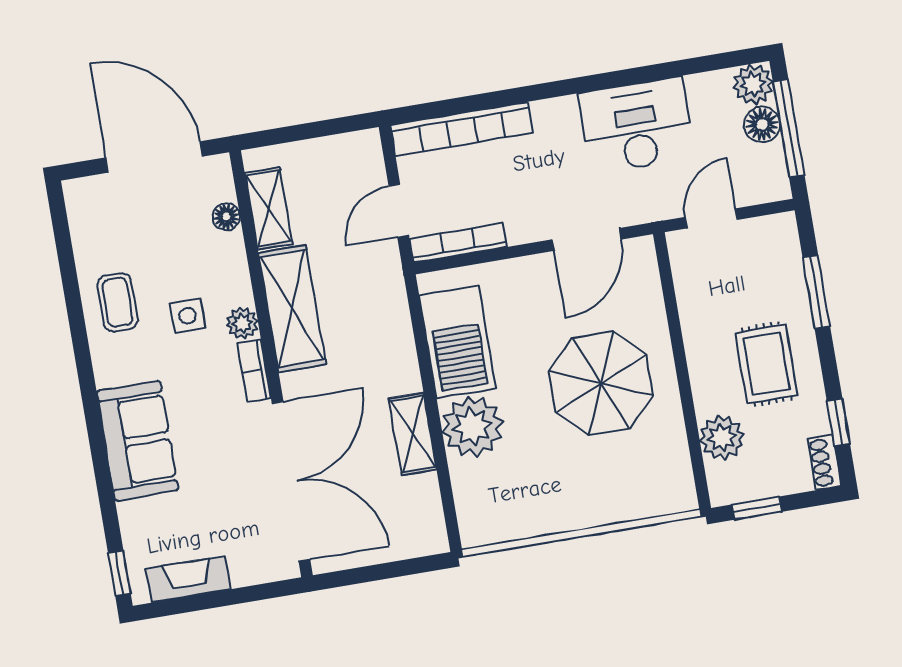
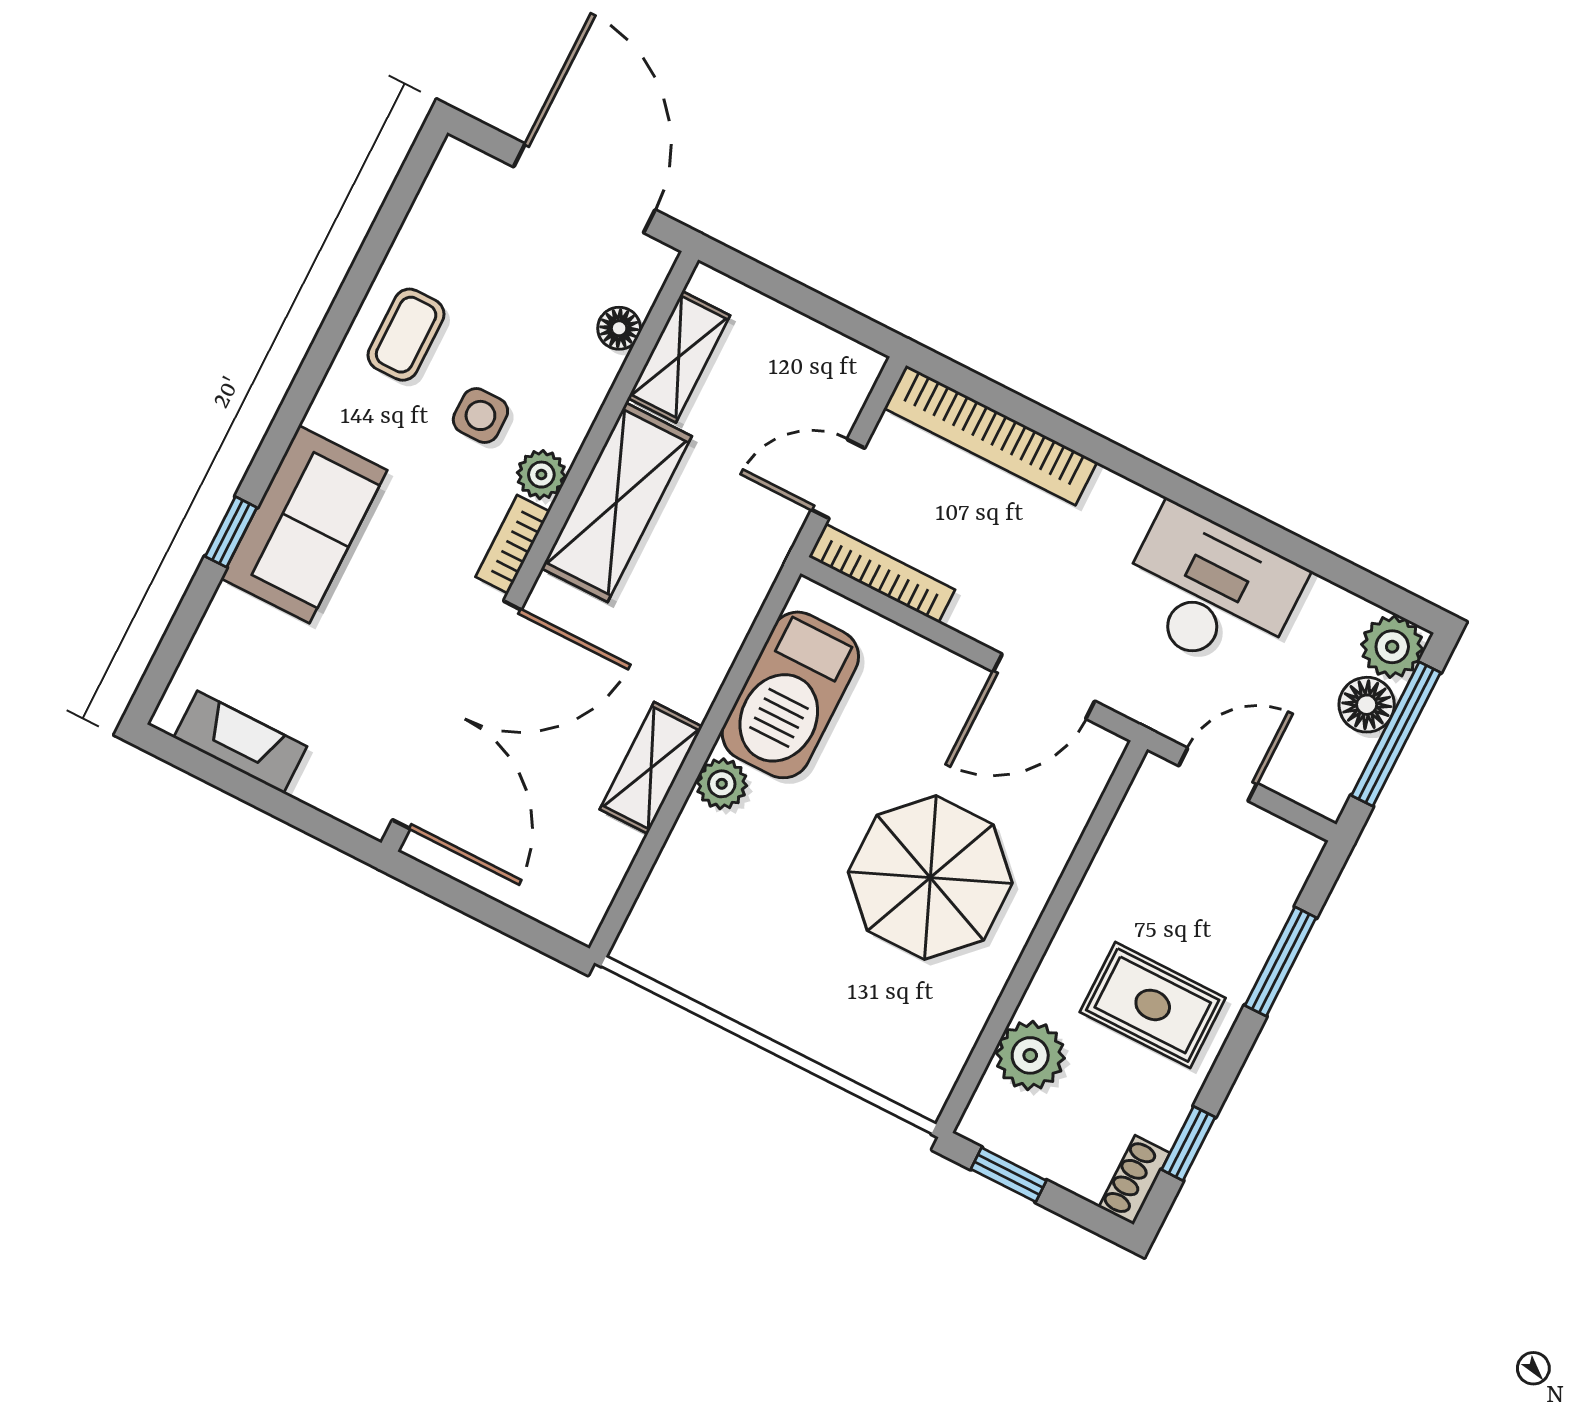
rug: (766, 364) -> (1153, 1005), turned 90
plant: (472, 427) -> (722, 784), width x0.53, depth x0.53
window: (119, 573) -> (231, 532), moved

